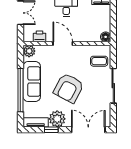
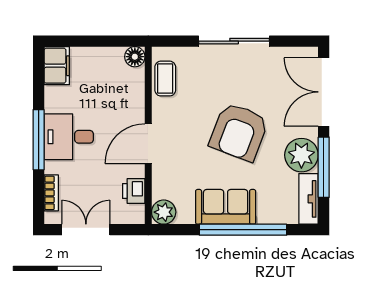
coffee table: (99, 61) -> (165, 79), moved
sofa: (32, 81) -> (226, 207), width x0.73
armchair: (69, 88) -> (239, 132), turned 83
window: (51, 130) -> (324, 167), width x2.17

